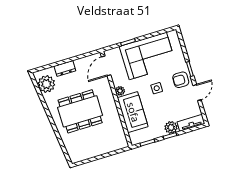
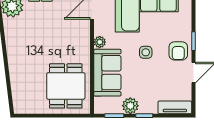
armchair: (181, 80) -> (178, 51), turned -90
dining table: (80, 111) -> (66, 86), moved, width x0.73
plant: (171, 127) -> (130, 106), moved

